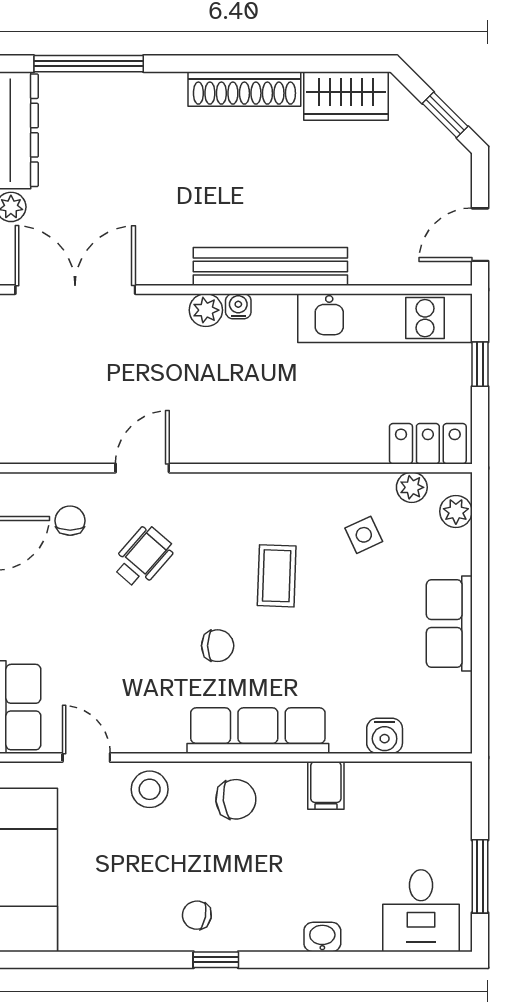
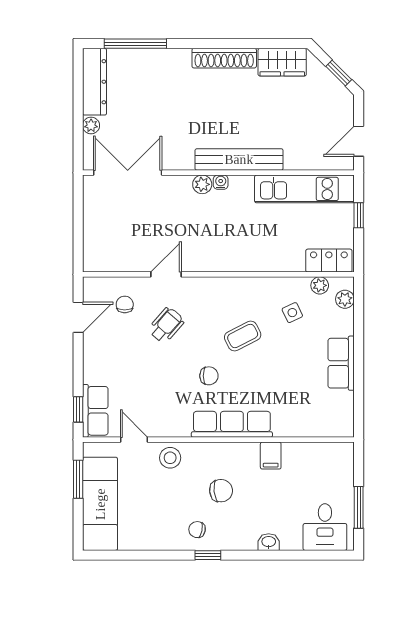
coffee table: (277, 576) -> (243, 336), turned 61
water cooler: (385, 736) -> (304, 427), removed
chair: (236, 799) -> (221, 491), moved

